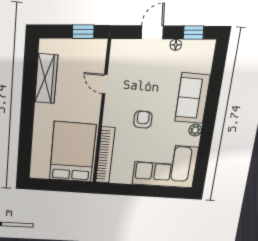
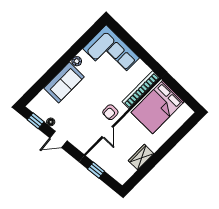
wardrobe: (46, 79) -> (141, 157), width x0.67
armchair: (143, 120) -> (110, 112), moved

